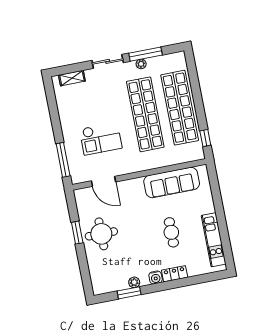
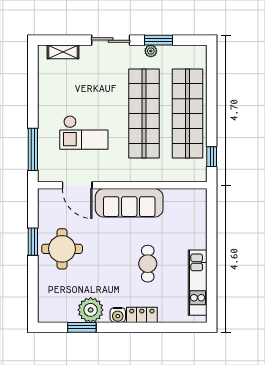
window: (146, 54) -> (159, 40), width x0.69
sofa: (172, 182) -> (129, 203), moved
plant: (134, 282) -> (91, 310), width x1.87, depth x1.87

